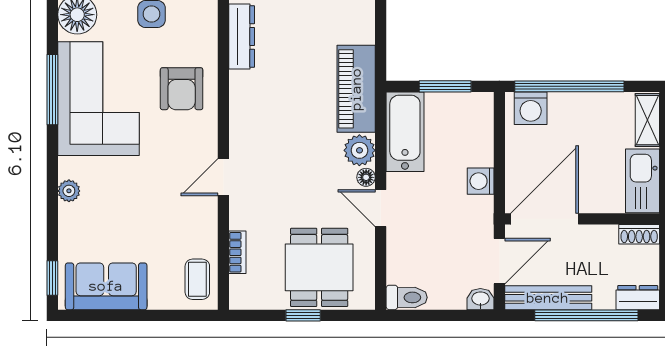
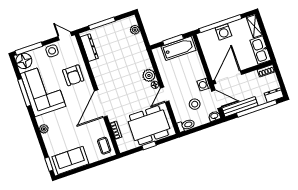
plant: (364, 31) -> (135, 30), added
piano: (356, 89) -> (140, 53), removed
washing machine: (531, 108) -> (223, 32), moved
bathtub: (405, 132) -> (179, 48), moved, turned 90
door: (223, 177) -> (101, 103), width x1.88
washing machine: (481, 181) -> (204, 85), moved
door: (381, 208) -> (165, 95), hinge flipped
stool: (444, 255) -> (195, 104), added
door: (499, 261) -> (217, 99), hinge flipped
dining table: (319, 267) -> (149, 125), width x1.38

